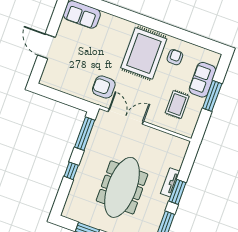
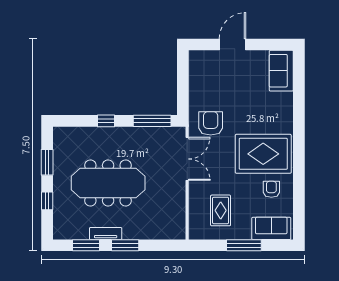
armchair: (175, 57) -> (271, 189), turned -90
sofa: (203, 80) -> (271, 228), moved
rug: (177, 104) -> (221, 210), turned 90
tv unit: (170, 182) -> (106, 234), moved

